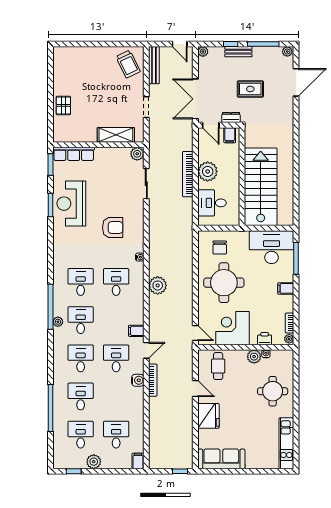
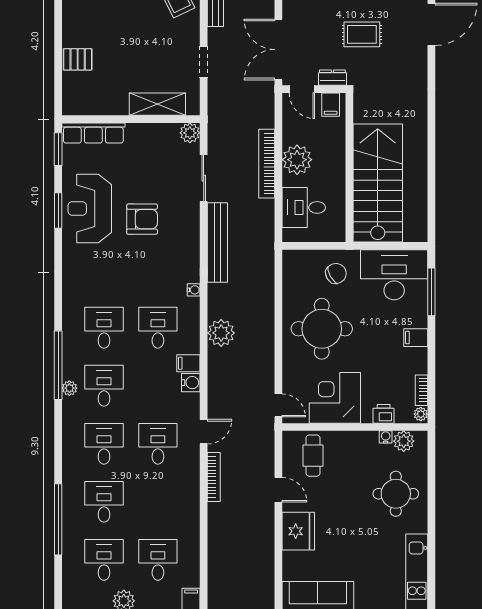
pallet: (63, 105) -> (78, 59), turned 90
bench: (155, 226) -> (217, 242), added
armchair: (113, 228) -> (142, 219), moved
chair: (220, 248) -> (336, 273), moved, turned -119
filing cabinet: (136, 331) -> (188, 363), moved
plant: (254, 357) -> (404, 441), moved
water cooler: (138, 380) -> (191, 383), moved

